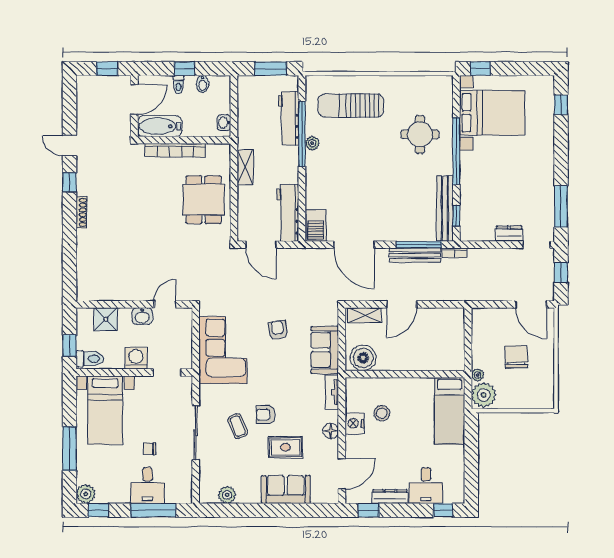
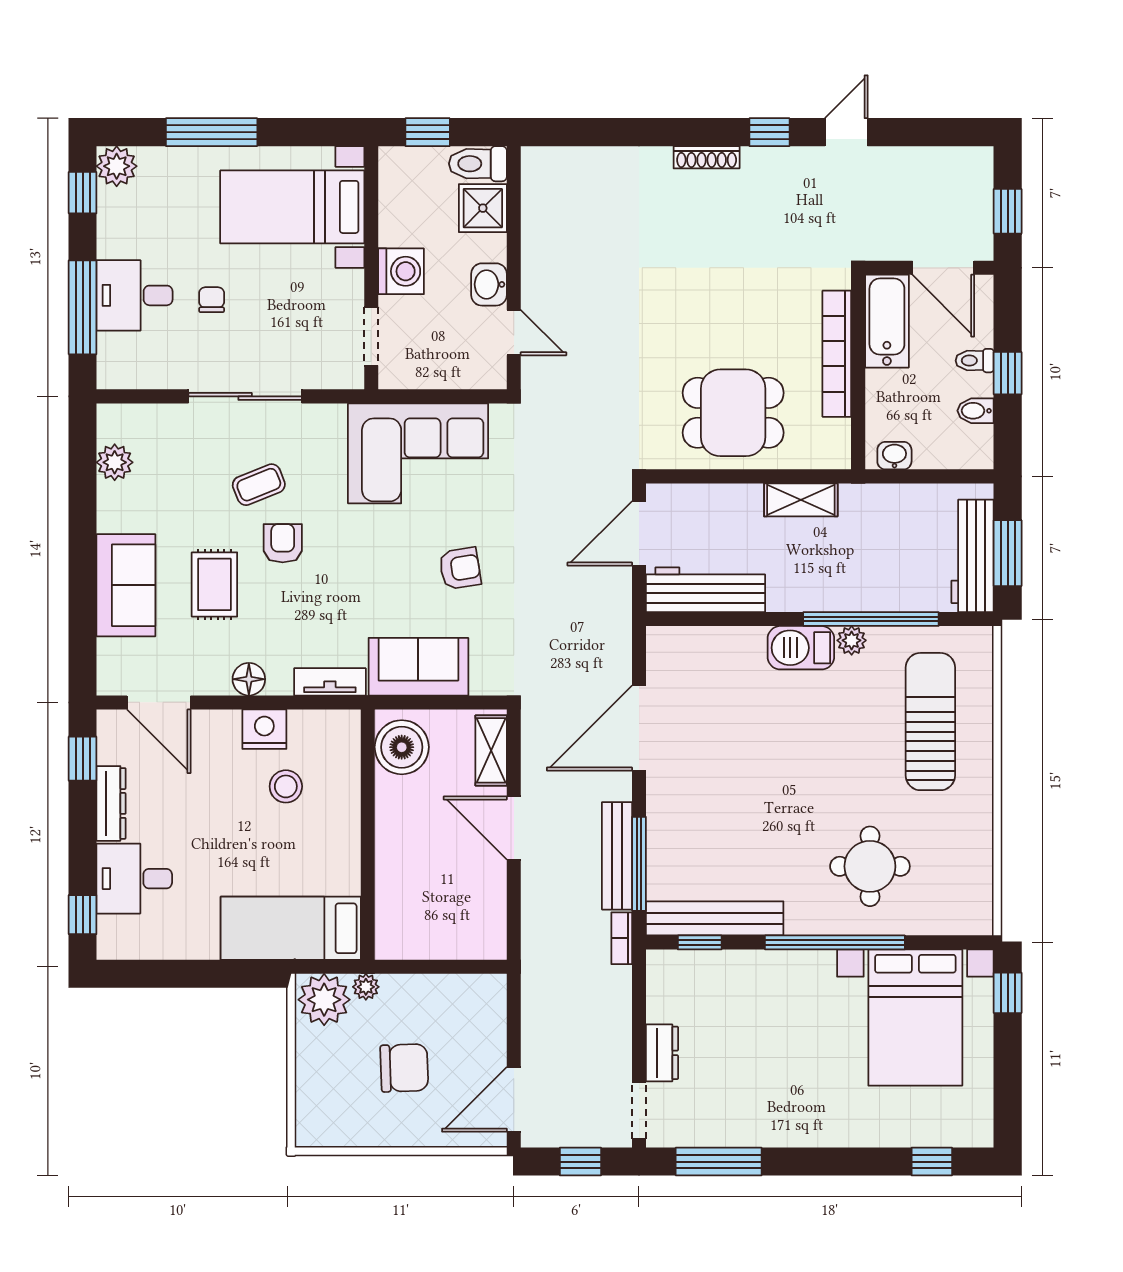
workbench: (289, 118) -> (973, 556), moved, turned -90
barbecue: (316, 225) -> (801, 648), moved
toilet: (90, 359) -> (478, 164), moved, turned 90

